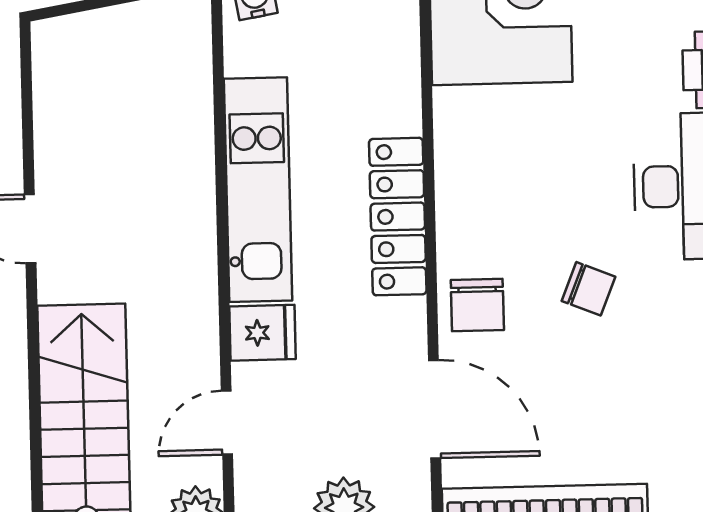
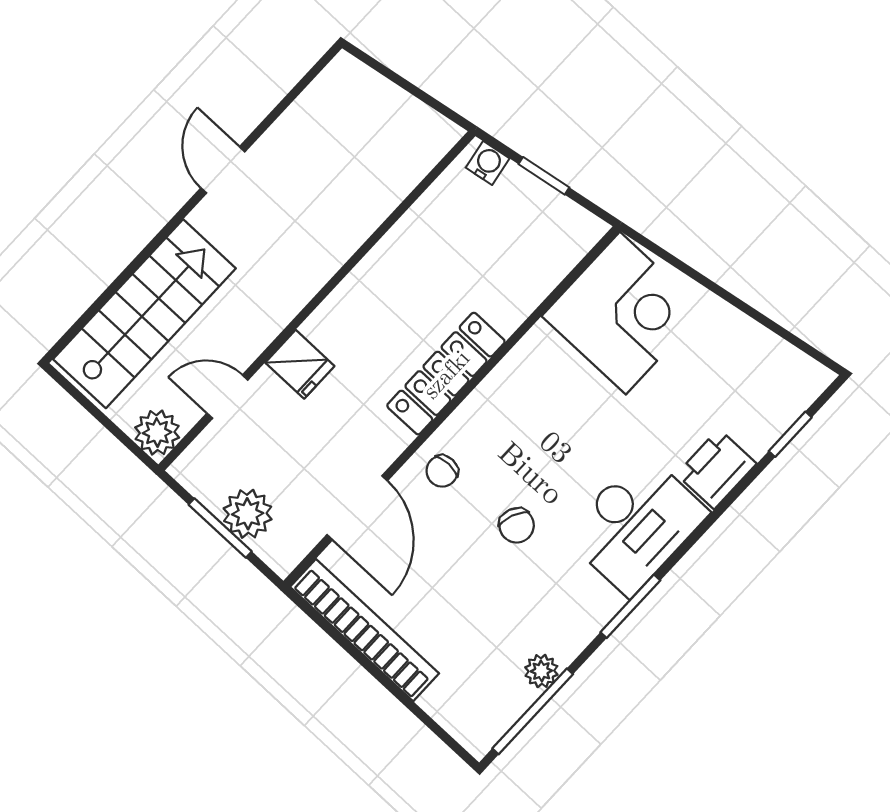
kitchen unit: (258, 190) -> (379, 278), removed
chair: (477, 305) -> (442, 471), width x0.73, depth x0.73

